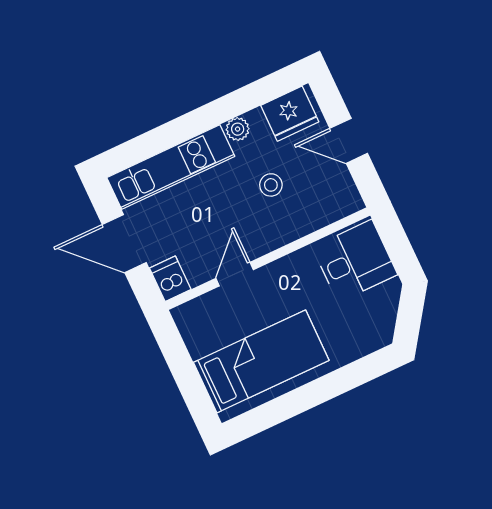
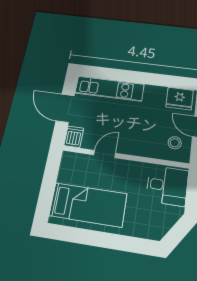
plant: (238, 129) -> (151, 91), removed
stool: (271, 185) -> (175, 143), moved

